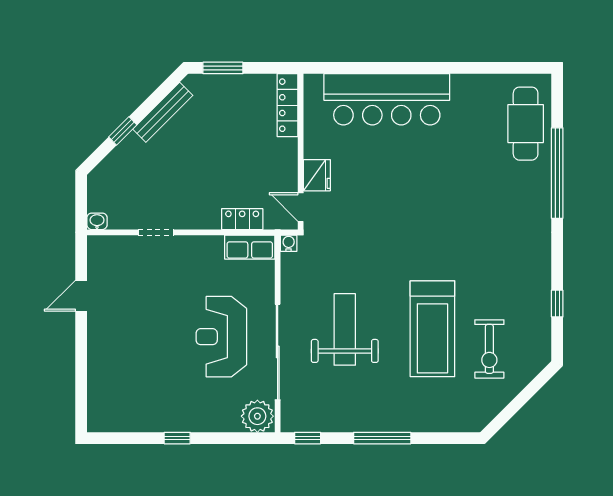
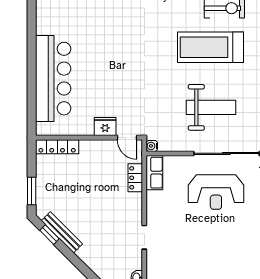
window: (123, 131) -> (50, 235), moved
door: (301, 207) -> (127, 138), hinge flipped
weight bench: (345, 329) -> (211, 107), turned 180
treadmill: (432, 329) -> (211, 47), turned 180

